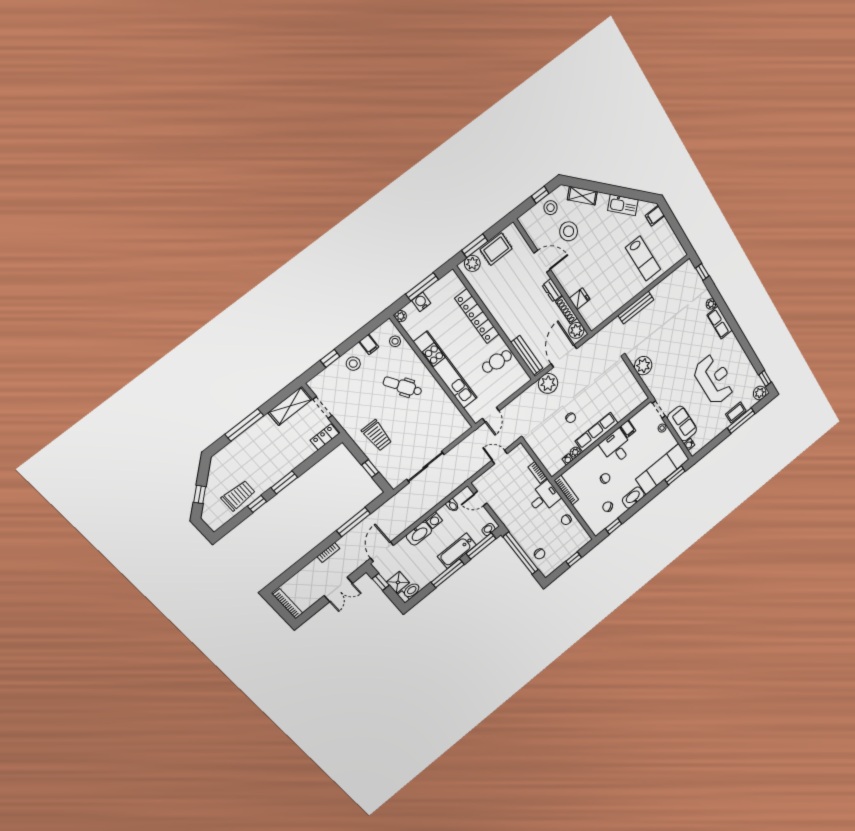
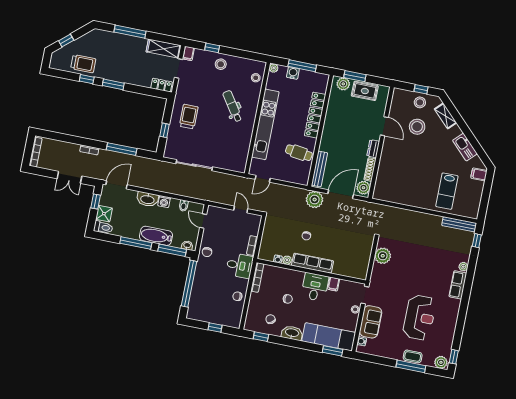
fridge: (580, 299) -> (384, 172), removed
bench: (636, 308) -> (459, 224), moved
filing cabinet: (369, 344) -> (188, 53), moved
trolley: (377, 436) -> (189, 117), turned 180
chair: (540, 554) -> (207, 252), moved

